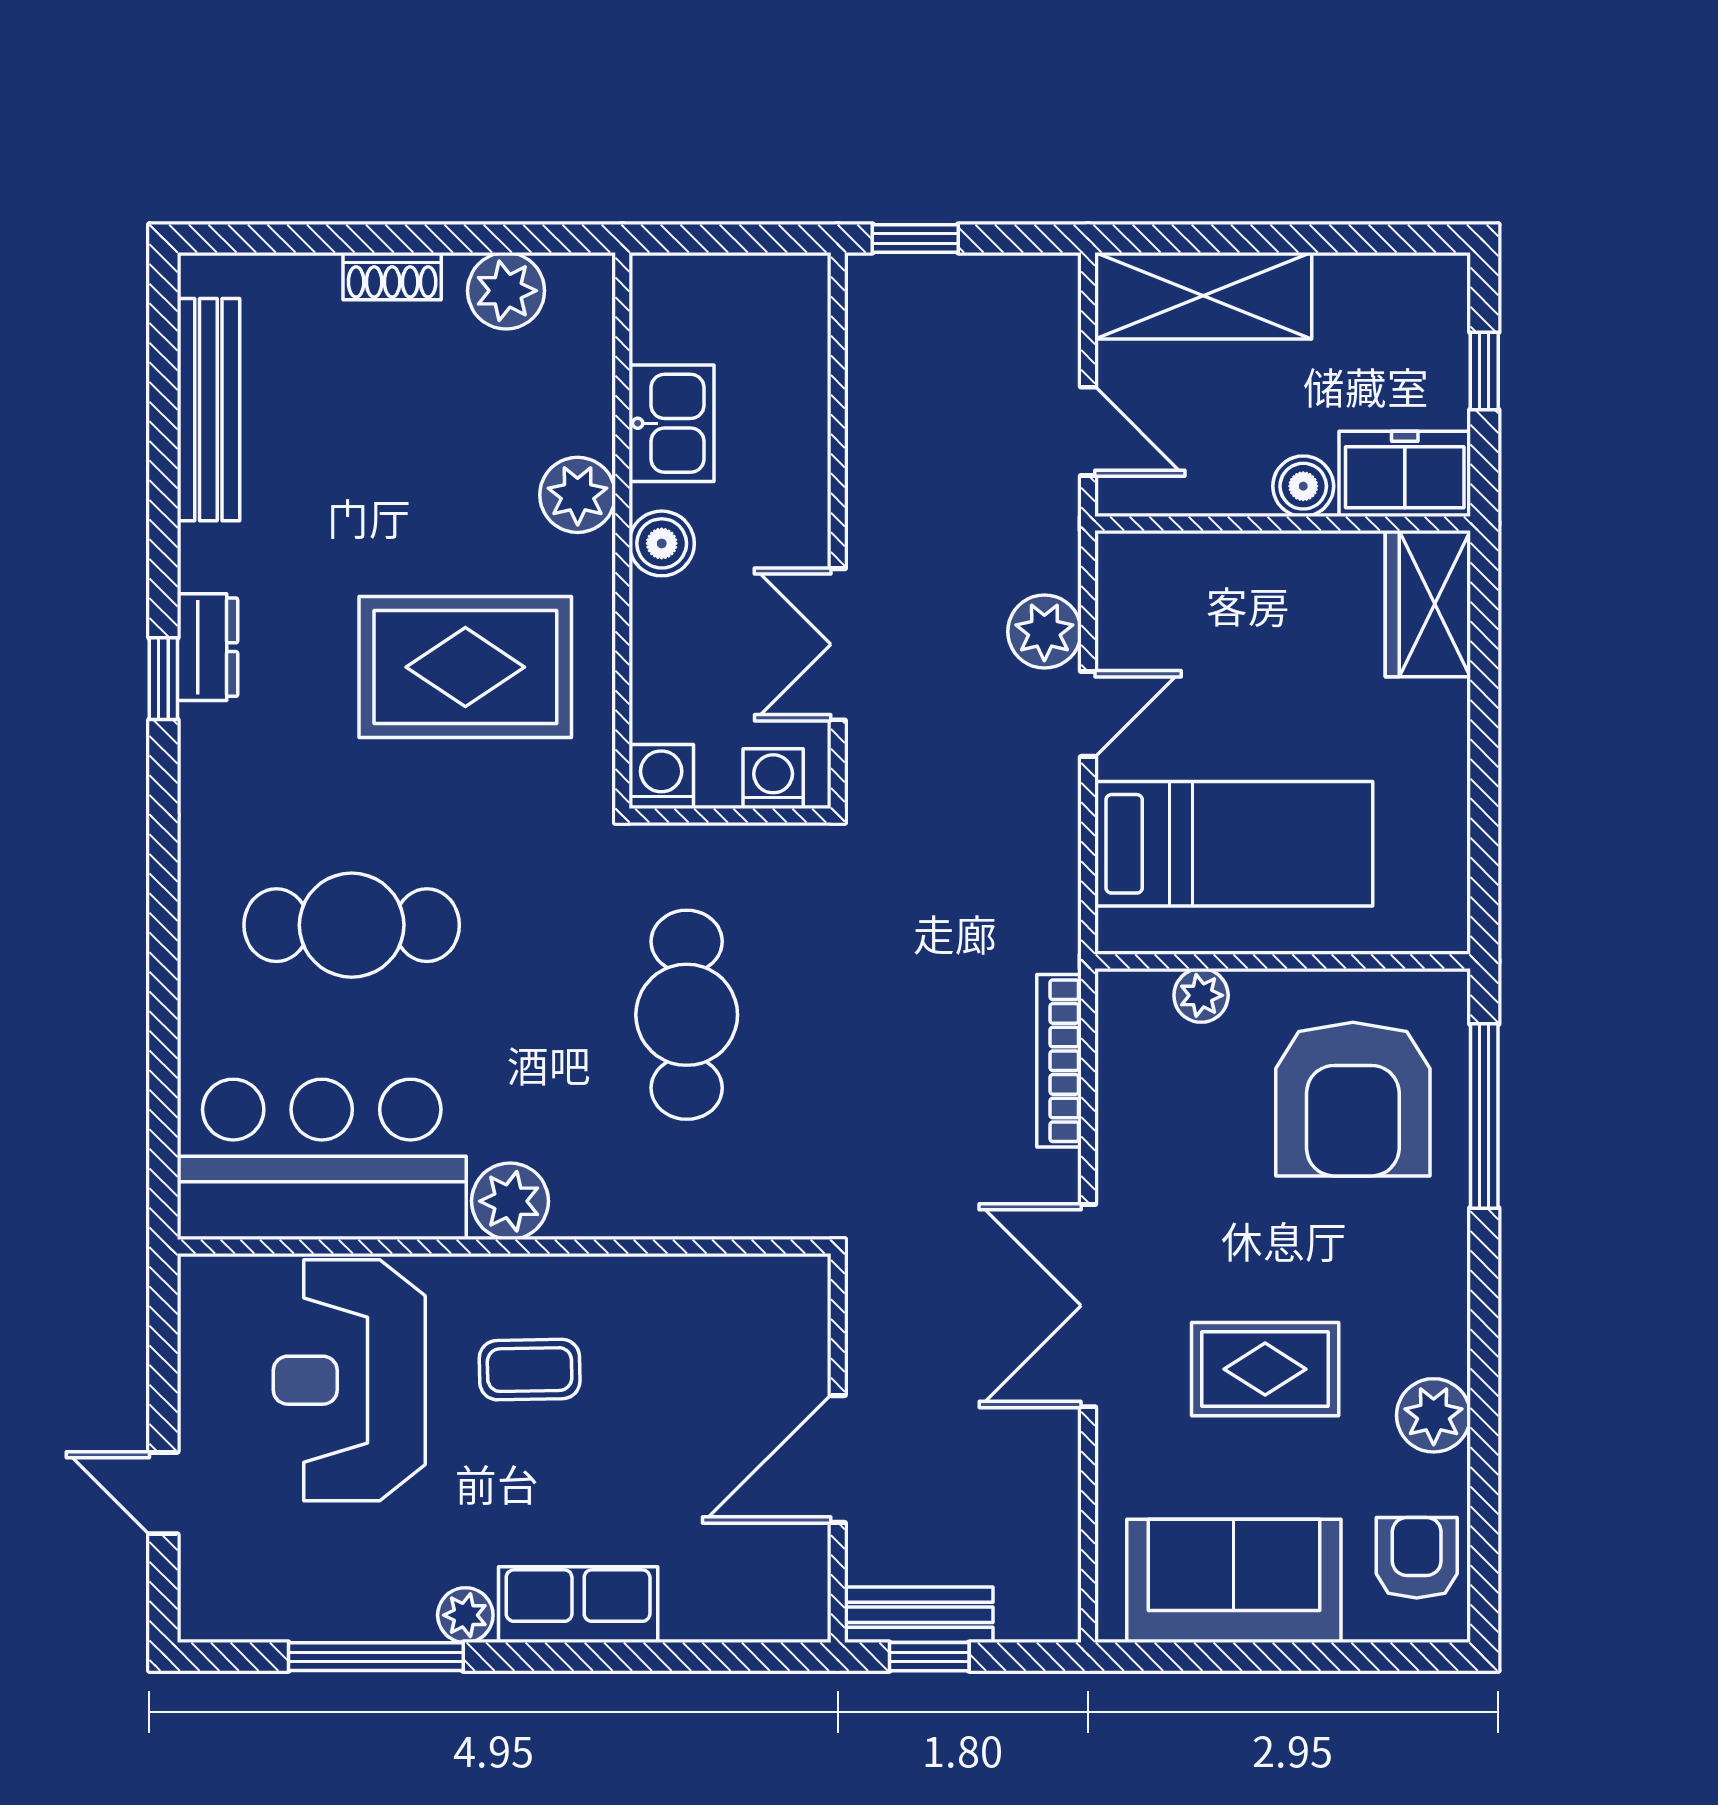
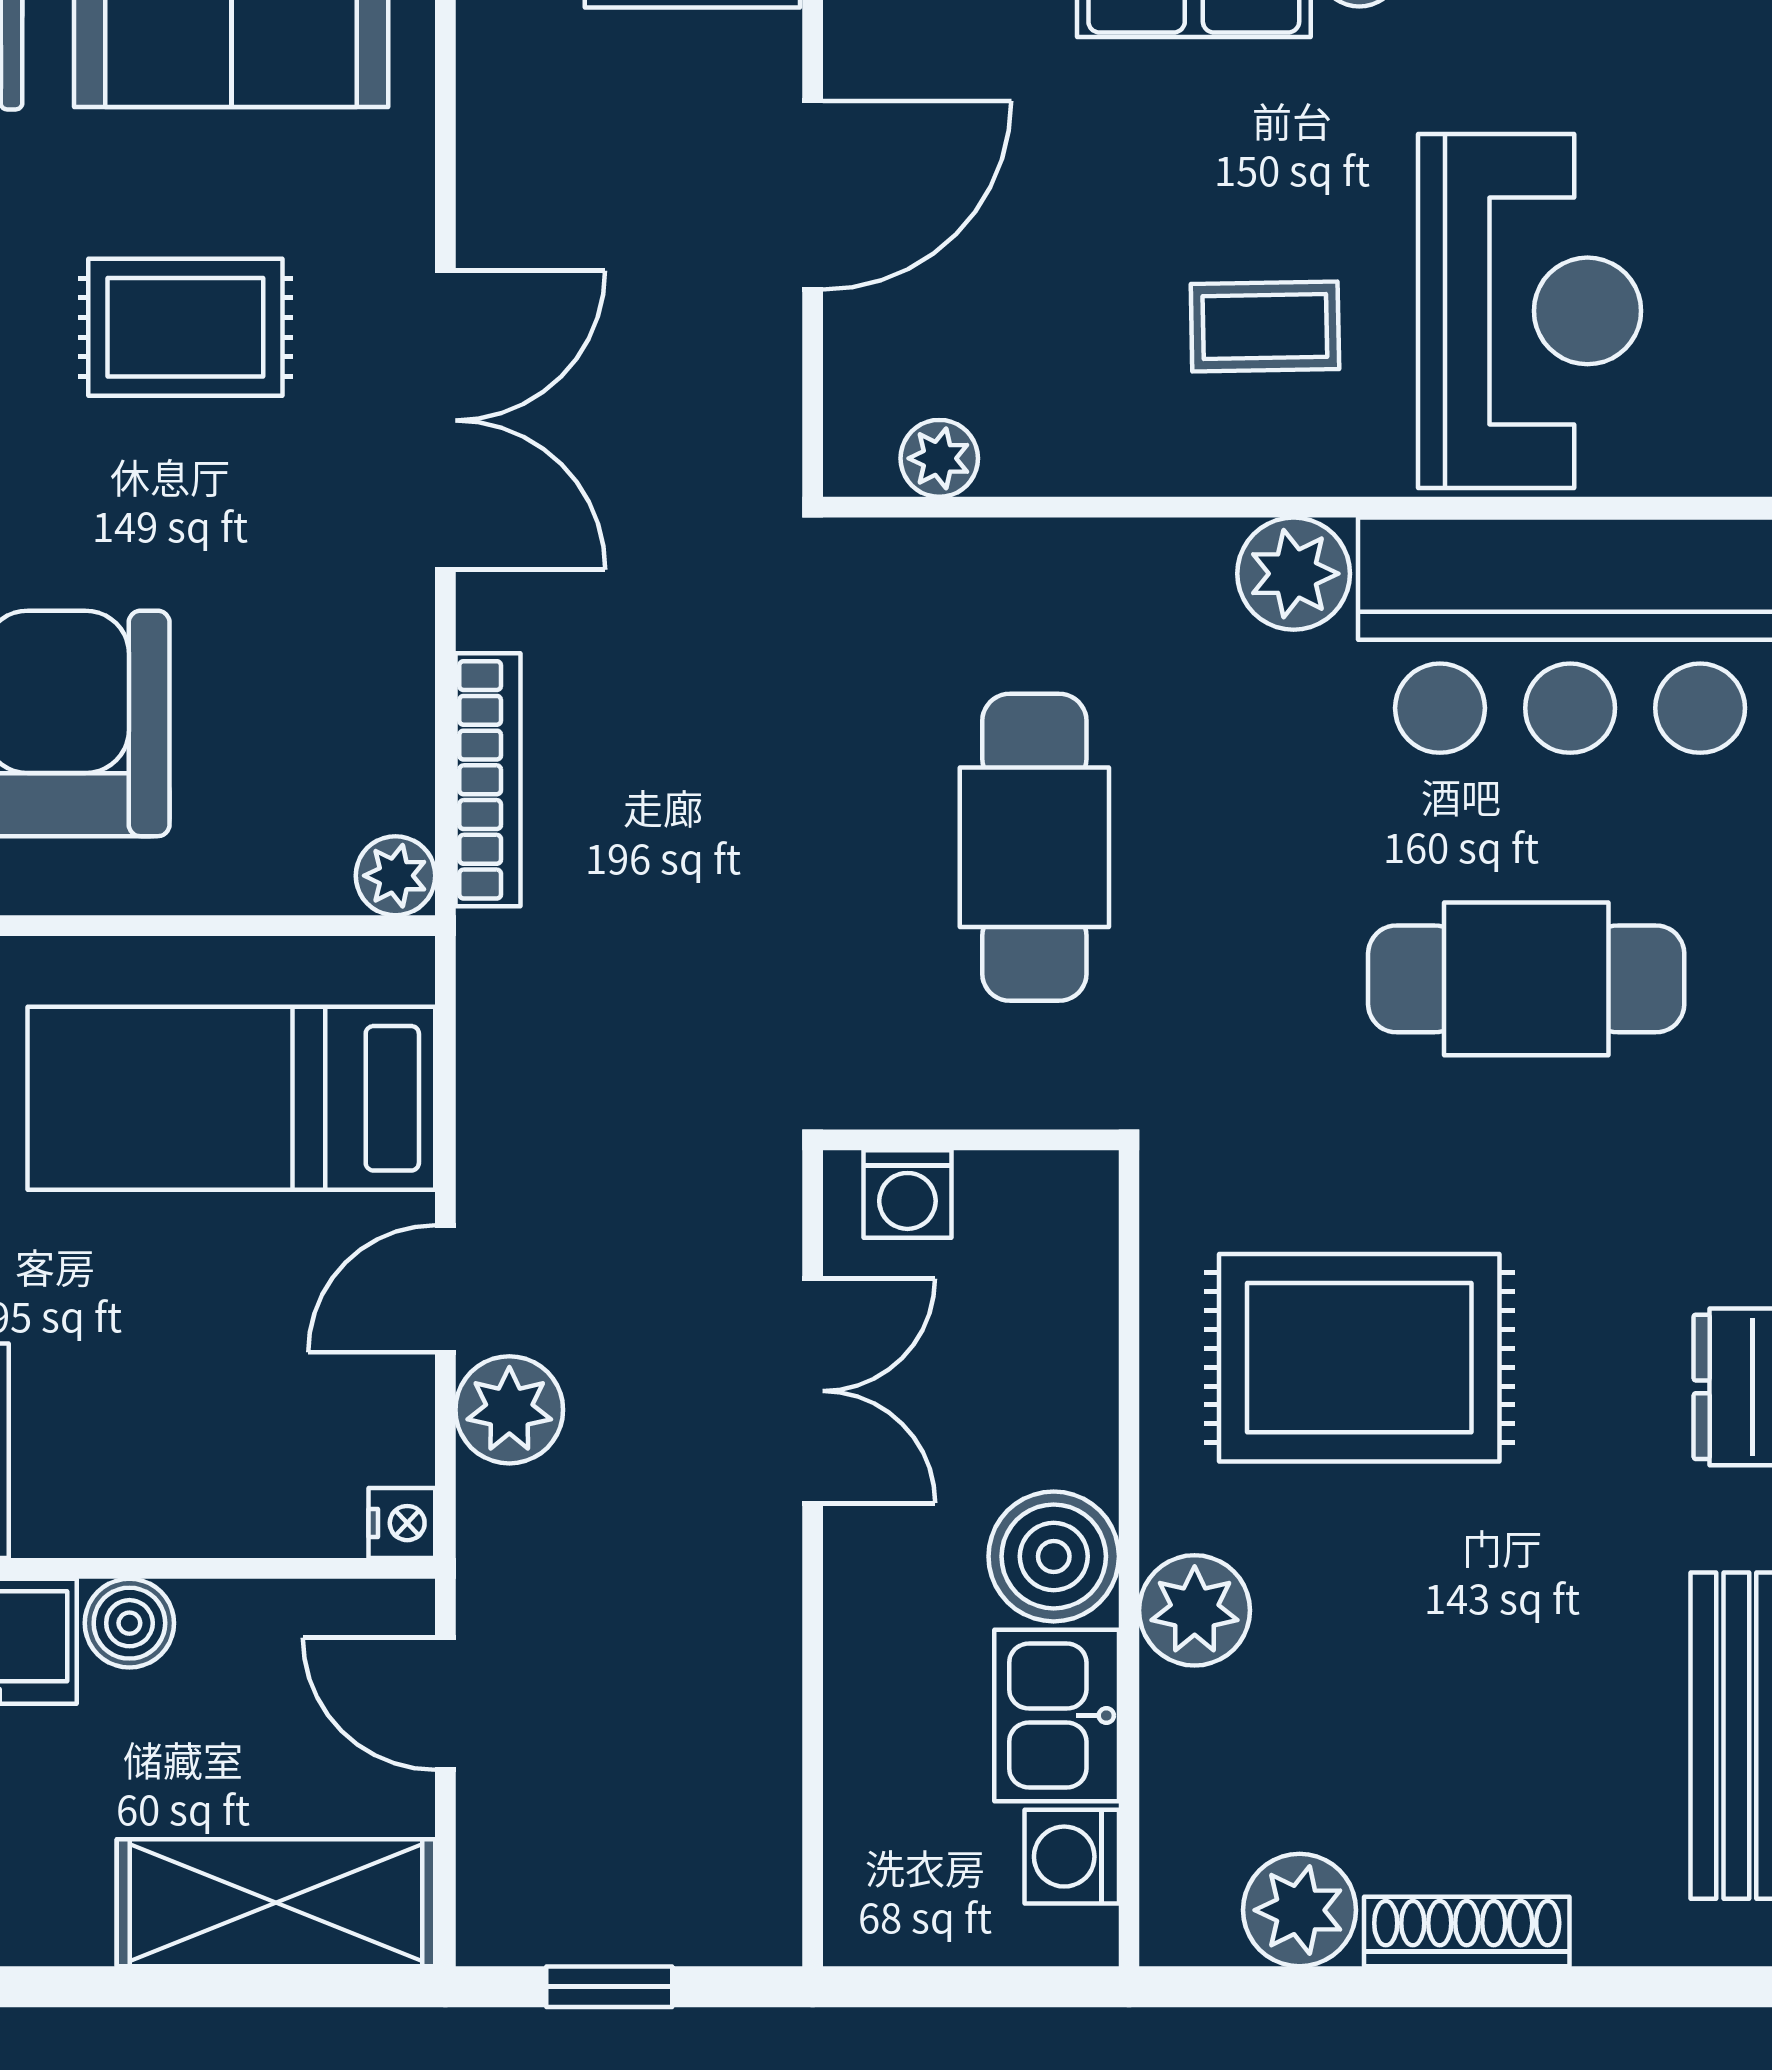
window: (915, 238) -> (609, 1987), moved
shoe rack: (392, 276) -> (1467, 1931), width x1.43
boiler: (662, 543) -> (1054, 1556), width x1.36, depth x1.36
nightstand: (1118, 554) -> (402, 1523), added
washing machine: (661, 776) -> (1072, 1857), moved, turned 90
plant: (1201, 995) -> (395, 876), moved
plant: (751, 1280) -> (939, 458), added

